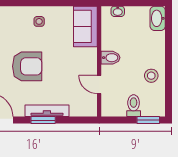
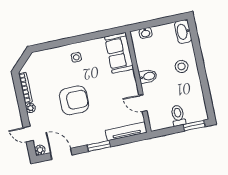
stool: (151, 76) -> (182, 66), moved
tv unit: (47, 111) -> (126, 131), moved

